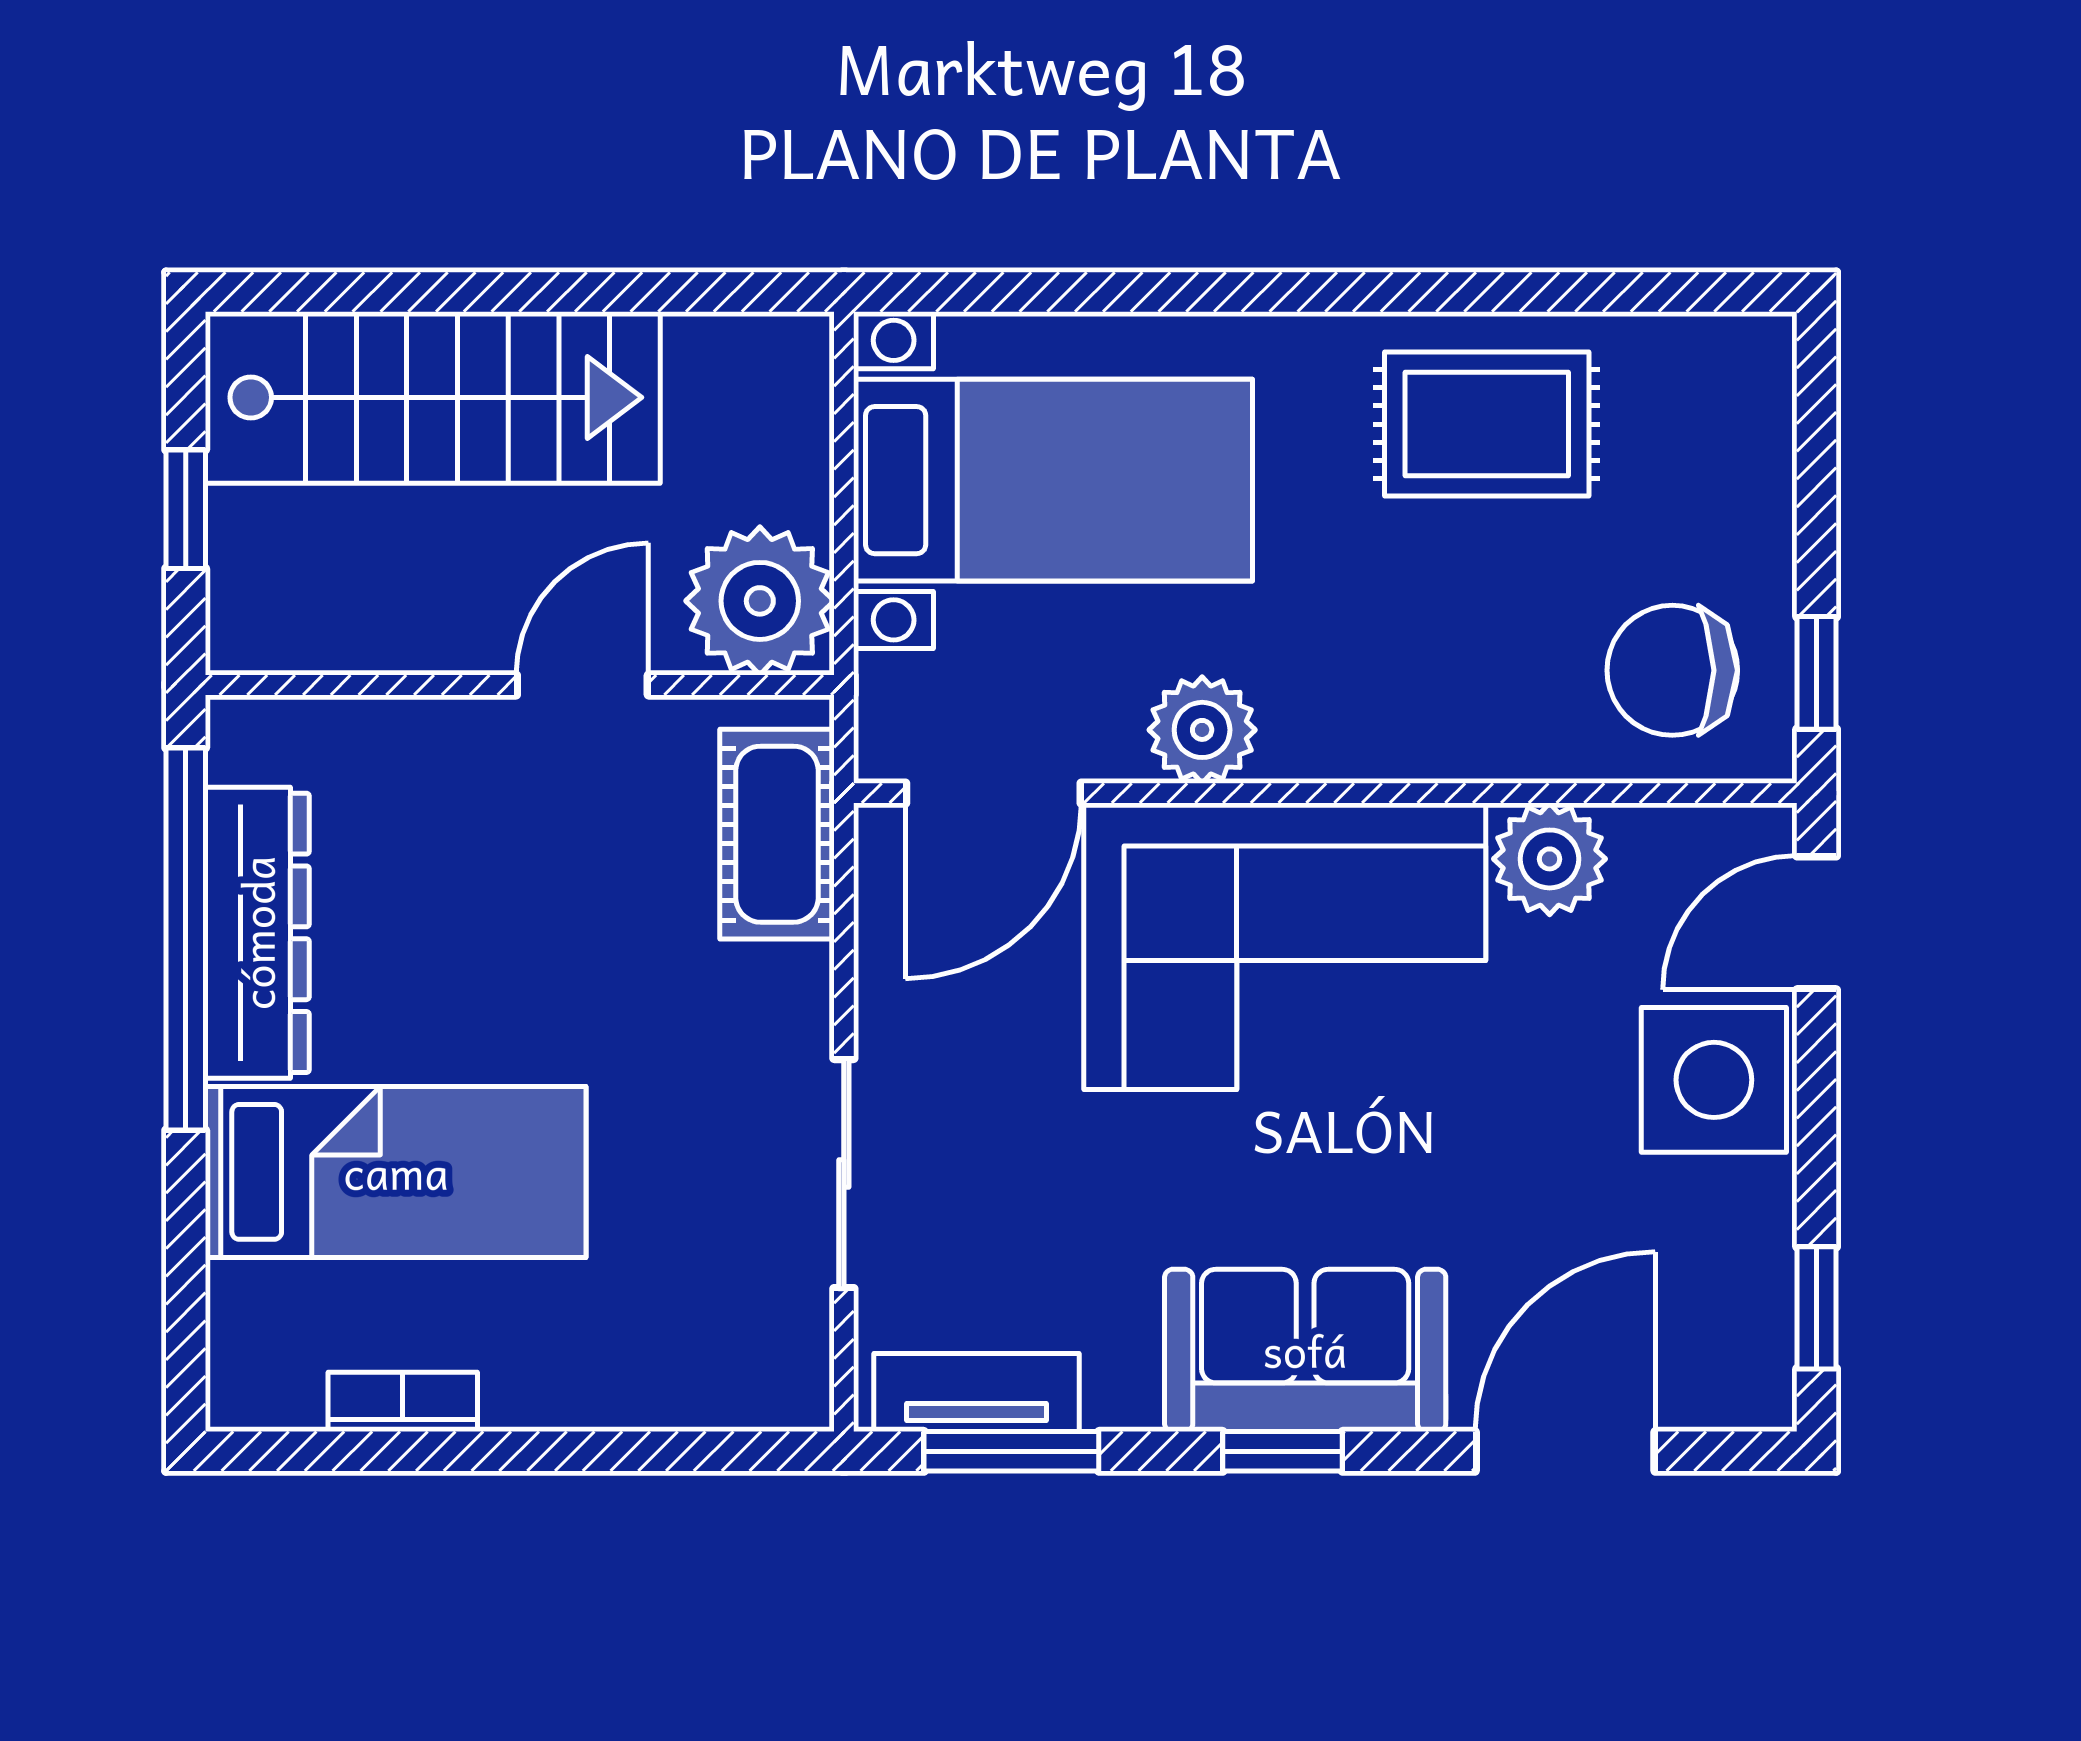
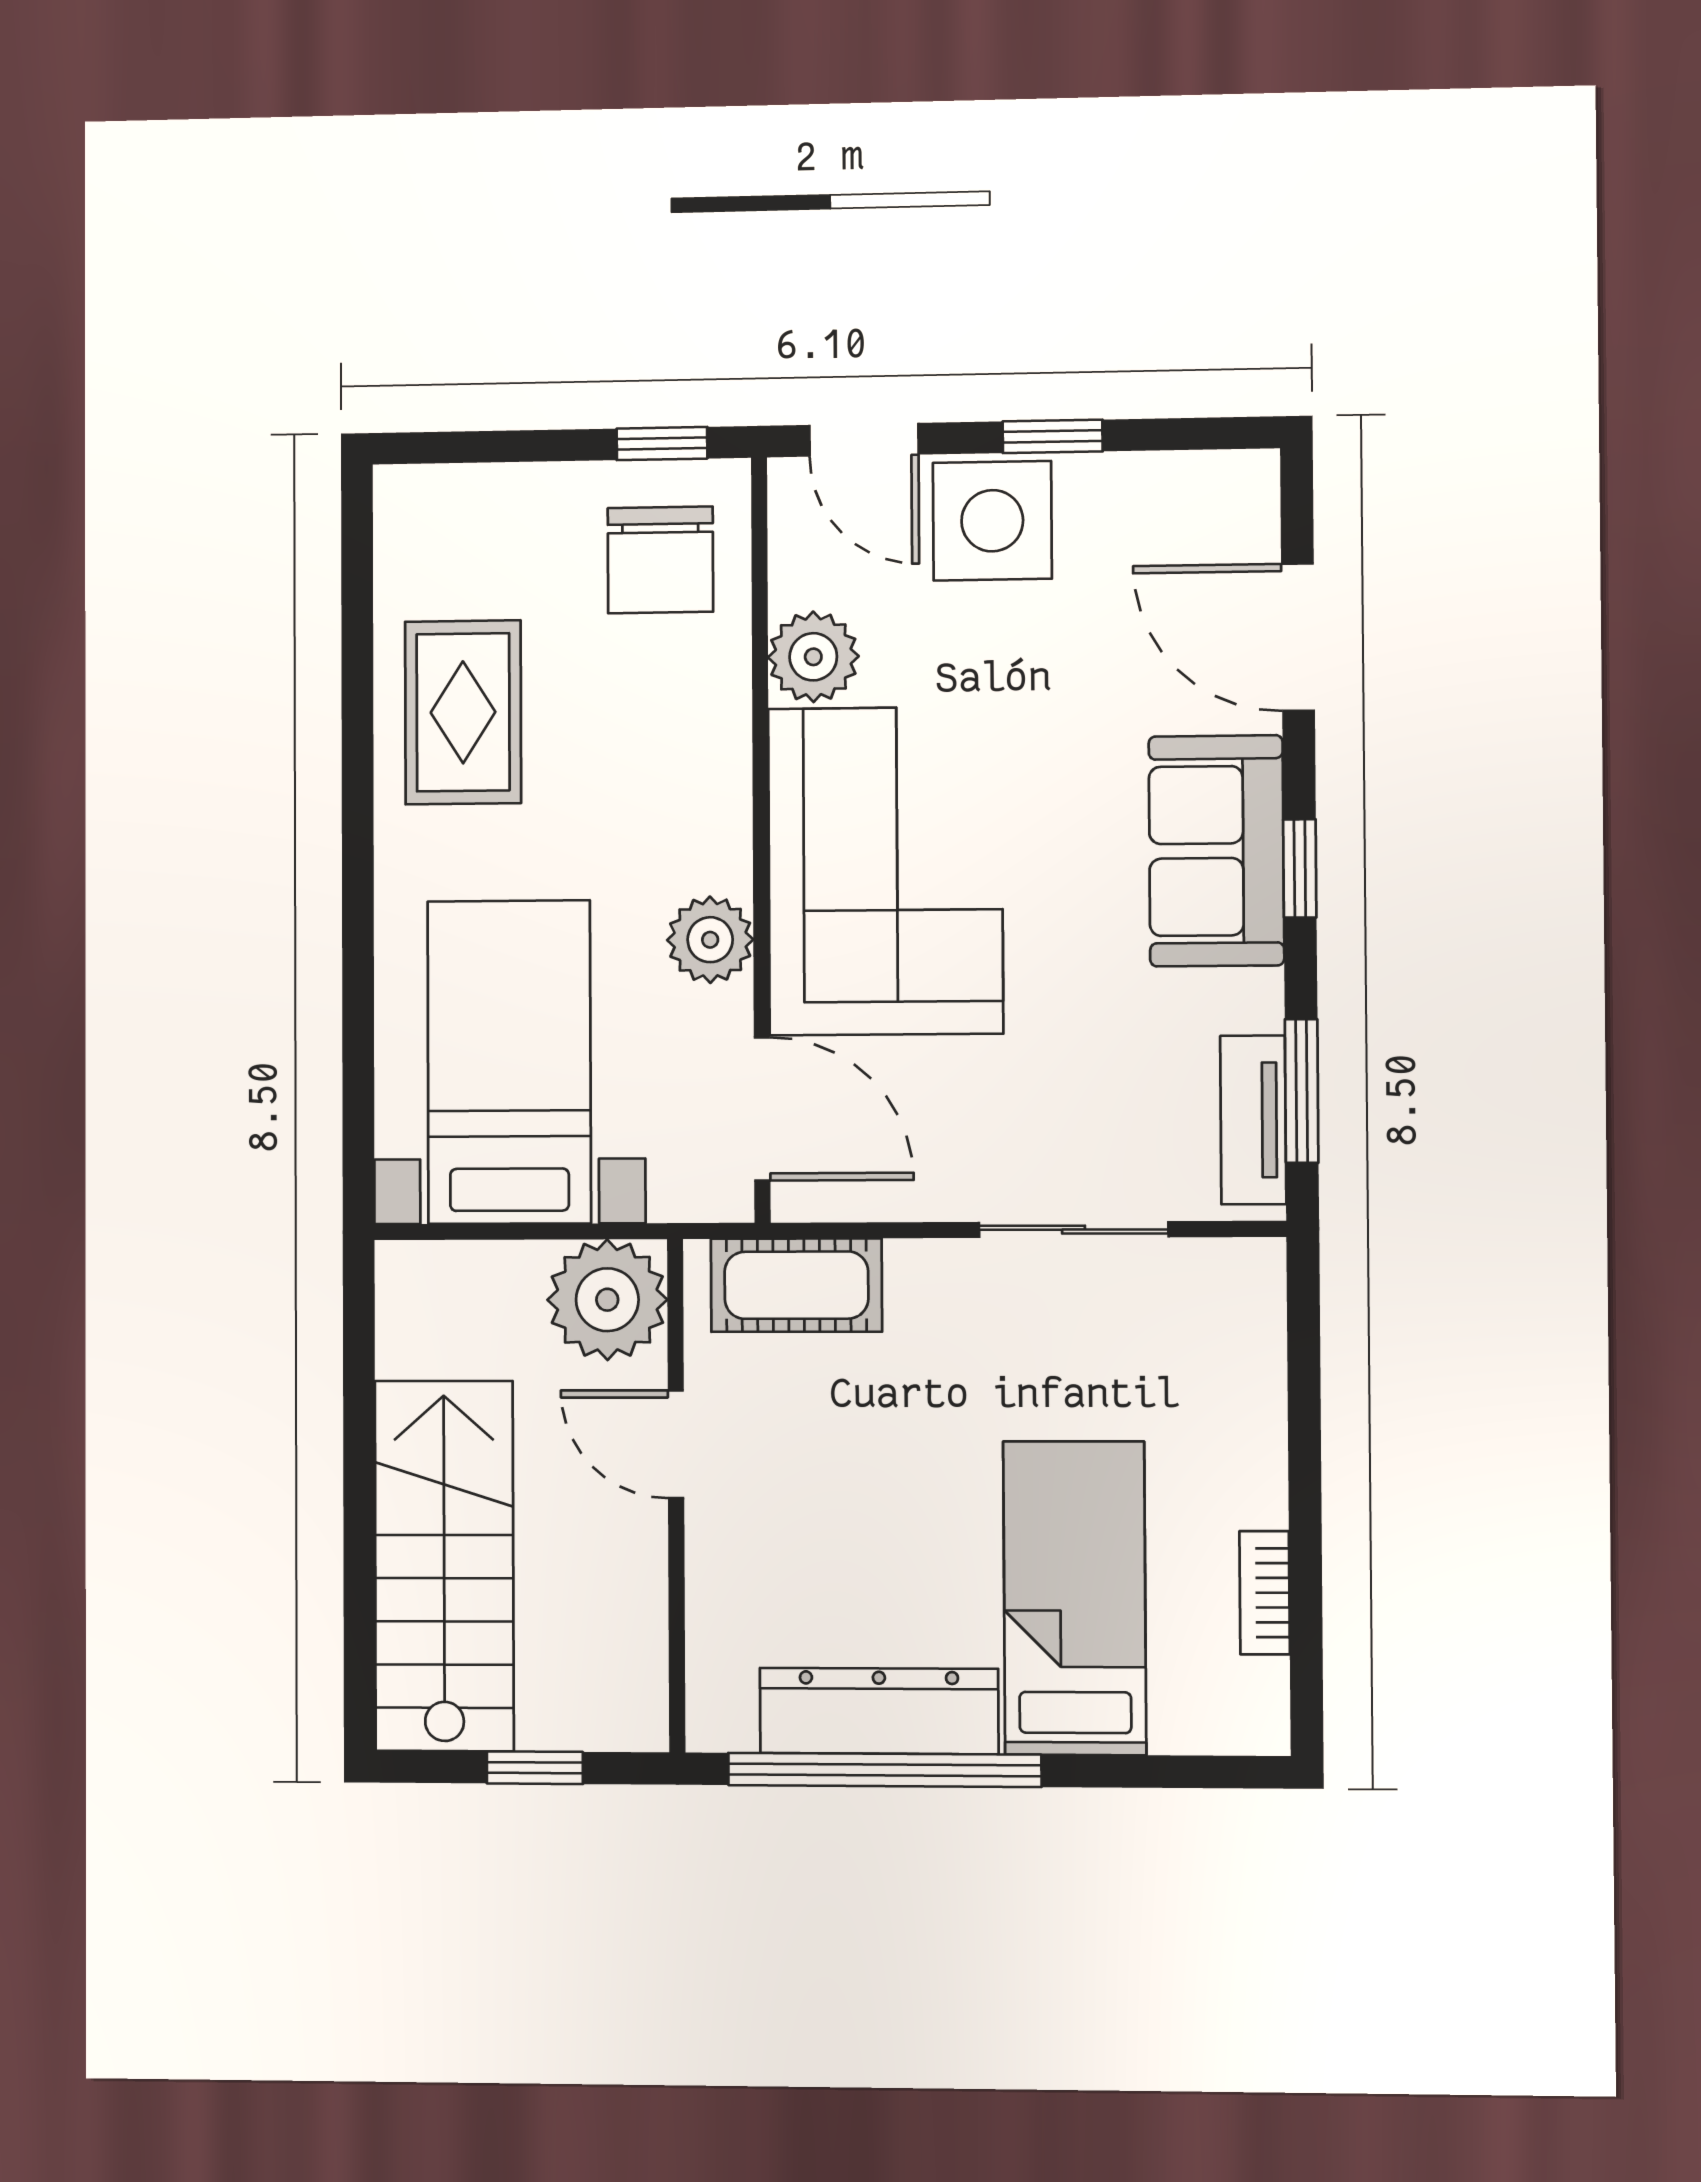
window: (1817, 1308) -> (1053, 436), moved

